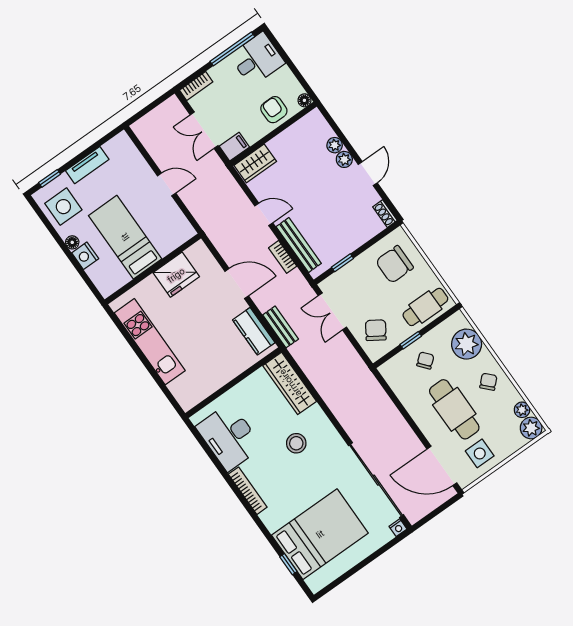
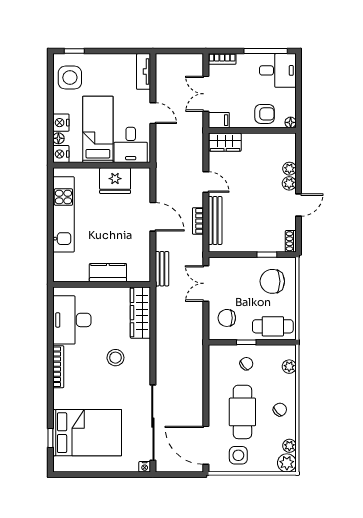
armchair: (274, 110) -> (265, 114), turned 90
tv unit: (87, 165) -> (144, 71), moved, turned 90
desk: (167, 230) -> (131, 145), added
floor lamp: (72, 242) -> (58, 138), moved
window: (342, 263) -> (267, 255), moved
nightstand: (106, 286) -> (61, 154), added
chair: (376, 330) -> (227, 318), turned -123
kitchen counter: (254, 331) -> (108, 273), moved, turned 90
plant: (467, 344) -> (289, 367), width x0.53, depth x0.53

